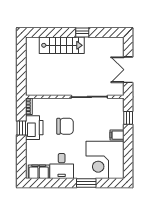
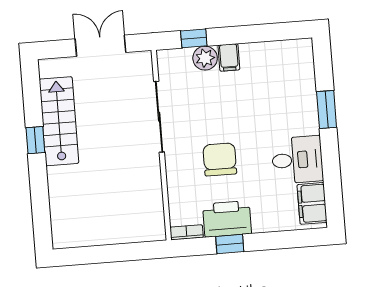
stairs: (62, 45) -> (59, 121), moved
double door: (128, 70) -> (100, 46), swing flipped
plant: (118, 123) -> (205, 58), added
corner desk: (105, 160) -> (279, 77), removed

